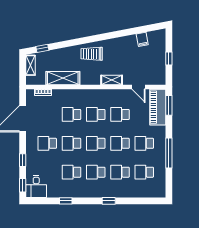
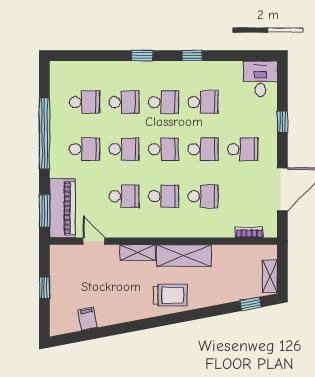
shelving: (63, 78) -> (184, 256), moved
window: (169, 153) -> (44, 133), width x1.46
window: (23, 185) -> (282, 81), removed
window: (66, 201) -> (192, 56), moved

